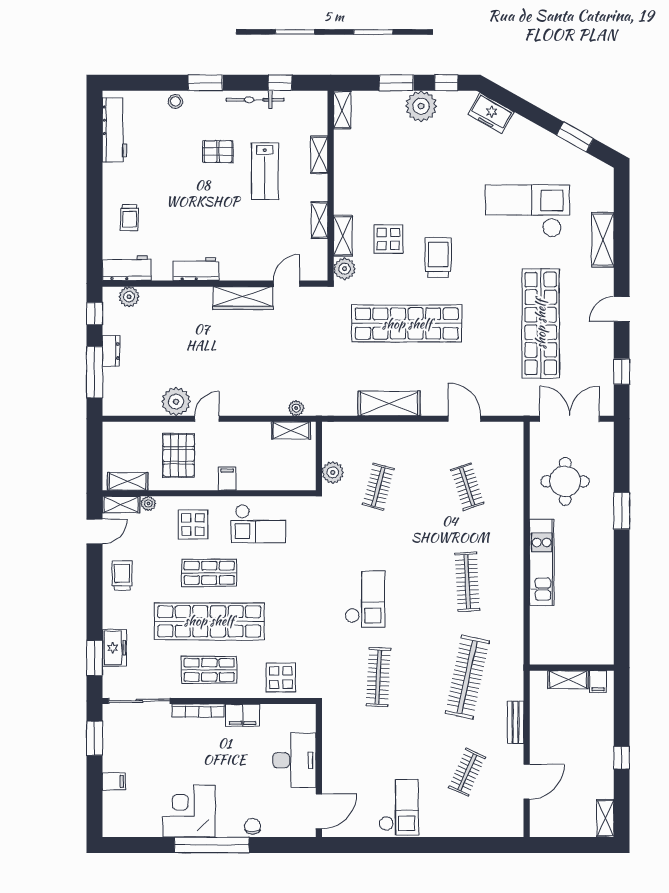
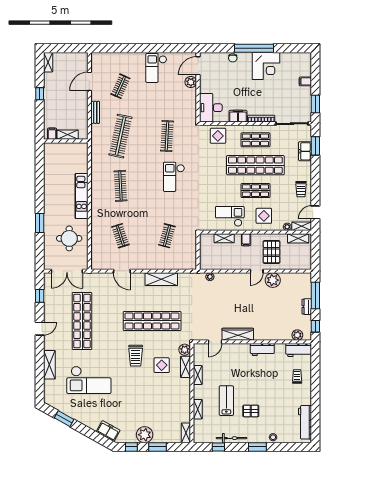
shelving: (291, 430) -> (224, 238), moved
plant: (333, 472) -> (191, 82), moved
desk: (294, 760) -> (211, 108), moved

